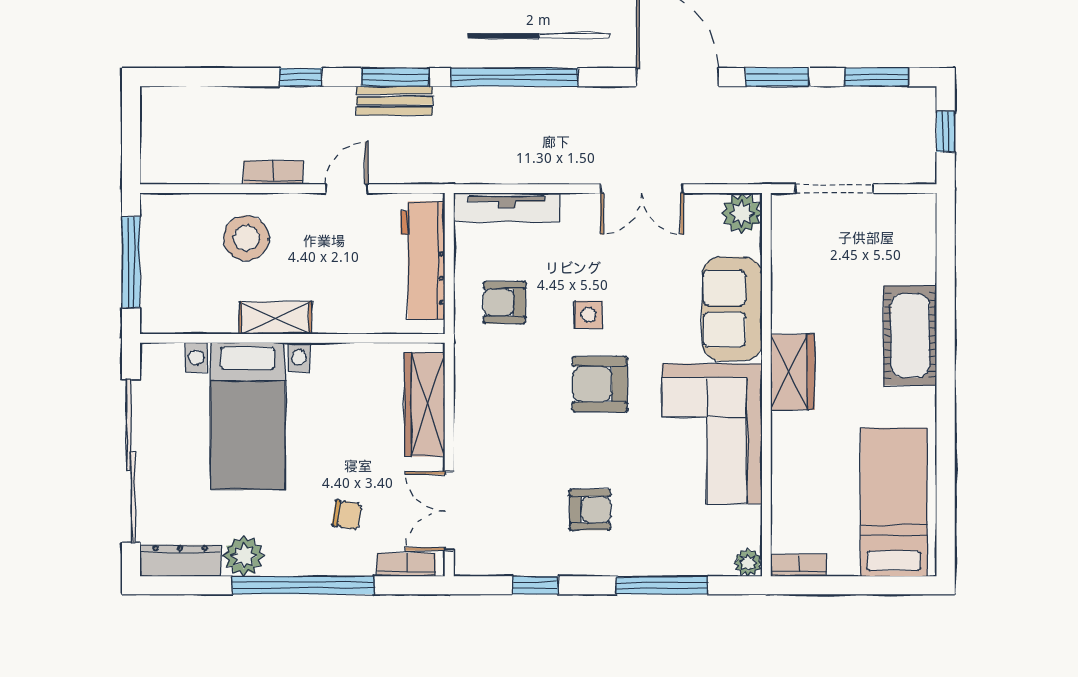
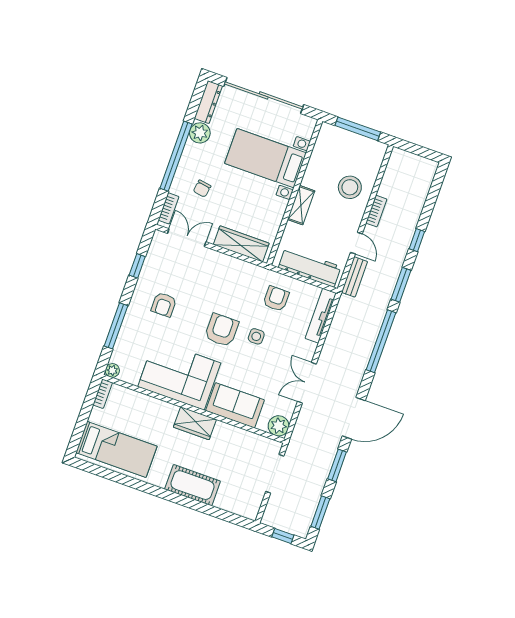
bench: (394, 101) -> (354, 277), moved
shelving: (275, 318) -> (301, 205), moved

